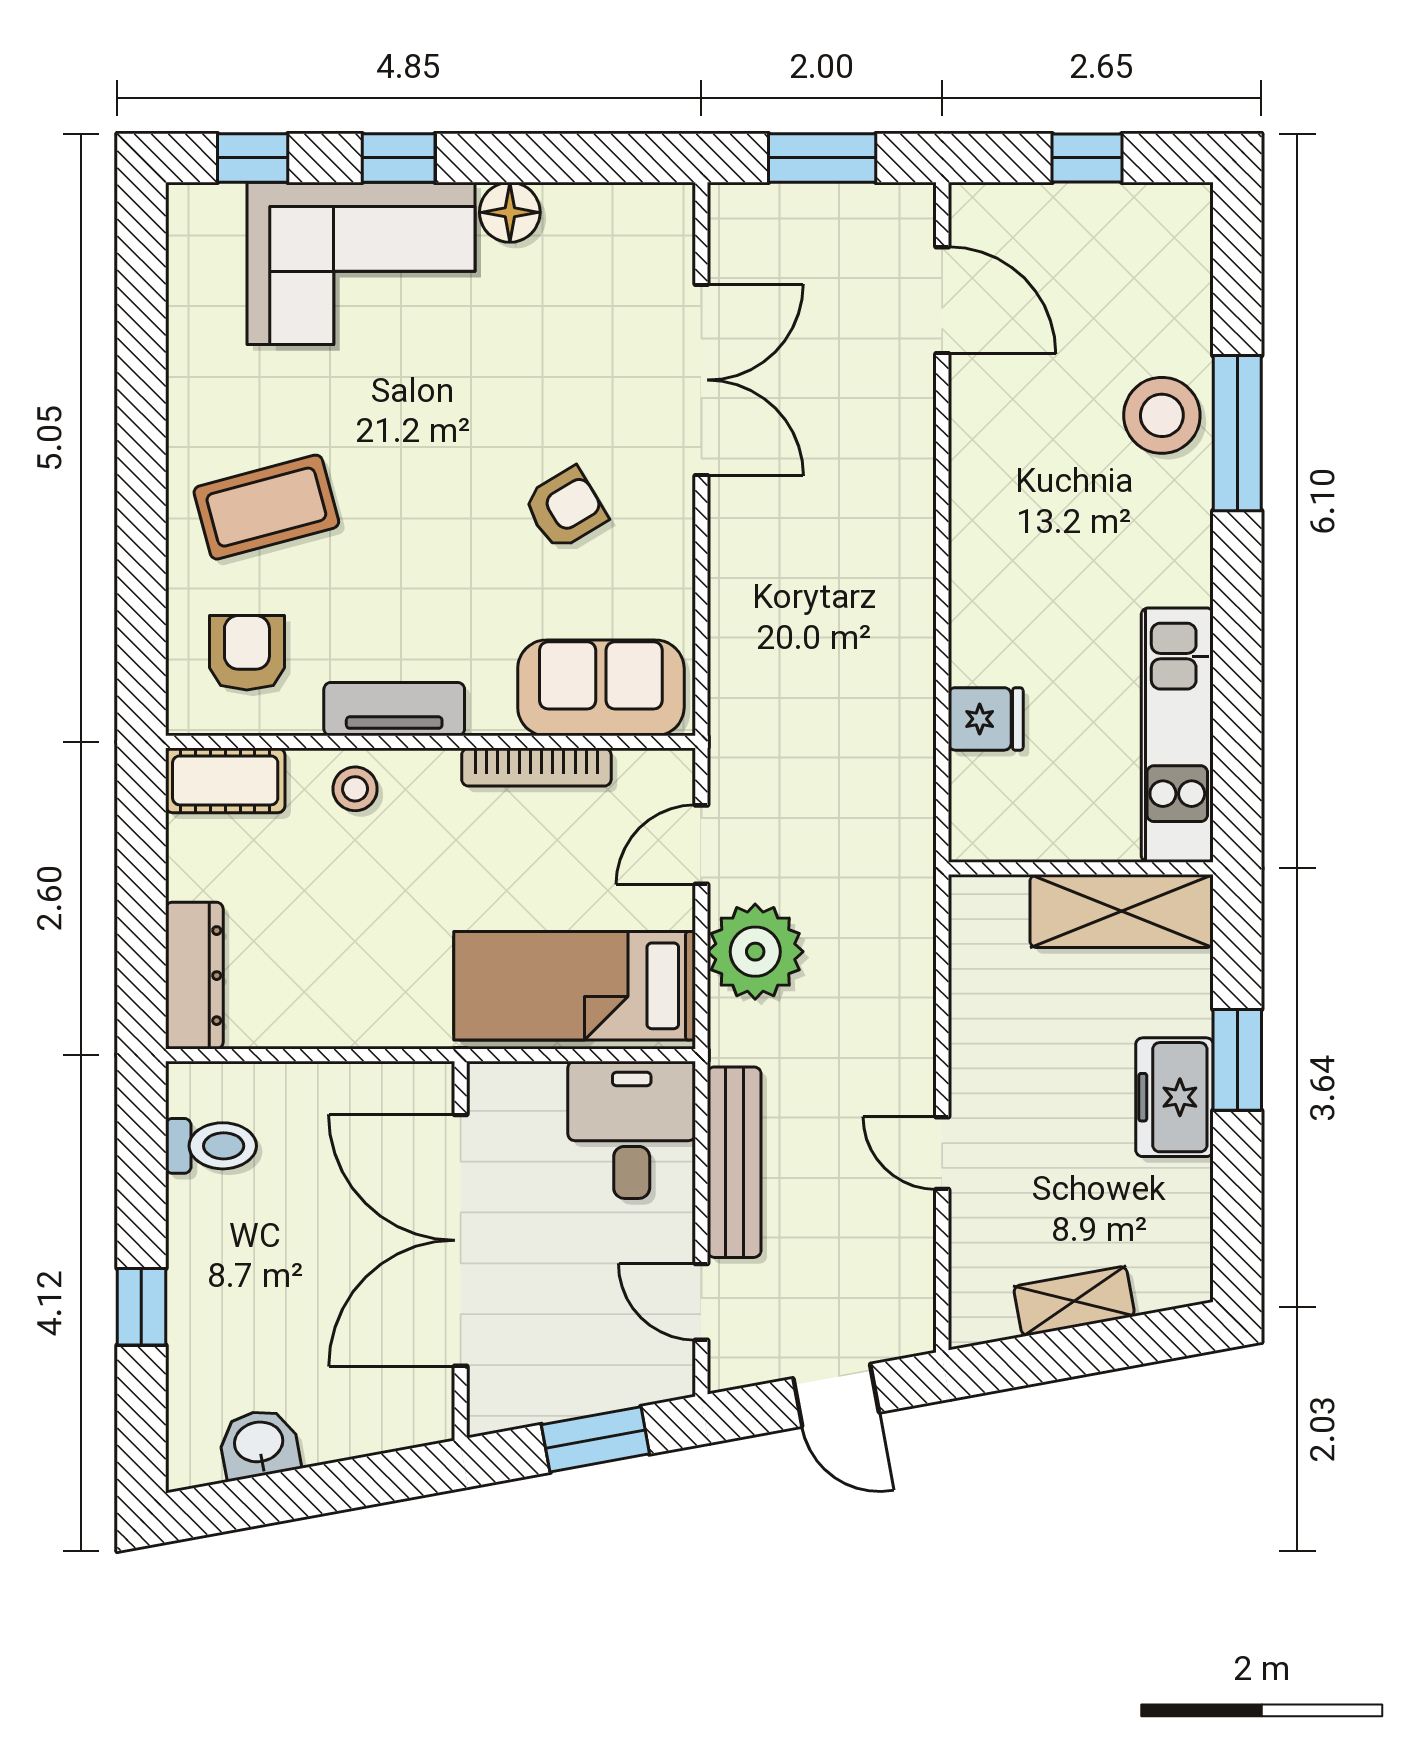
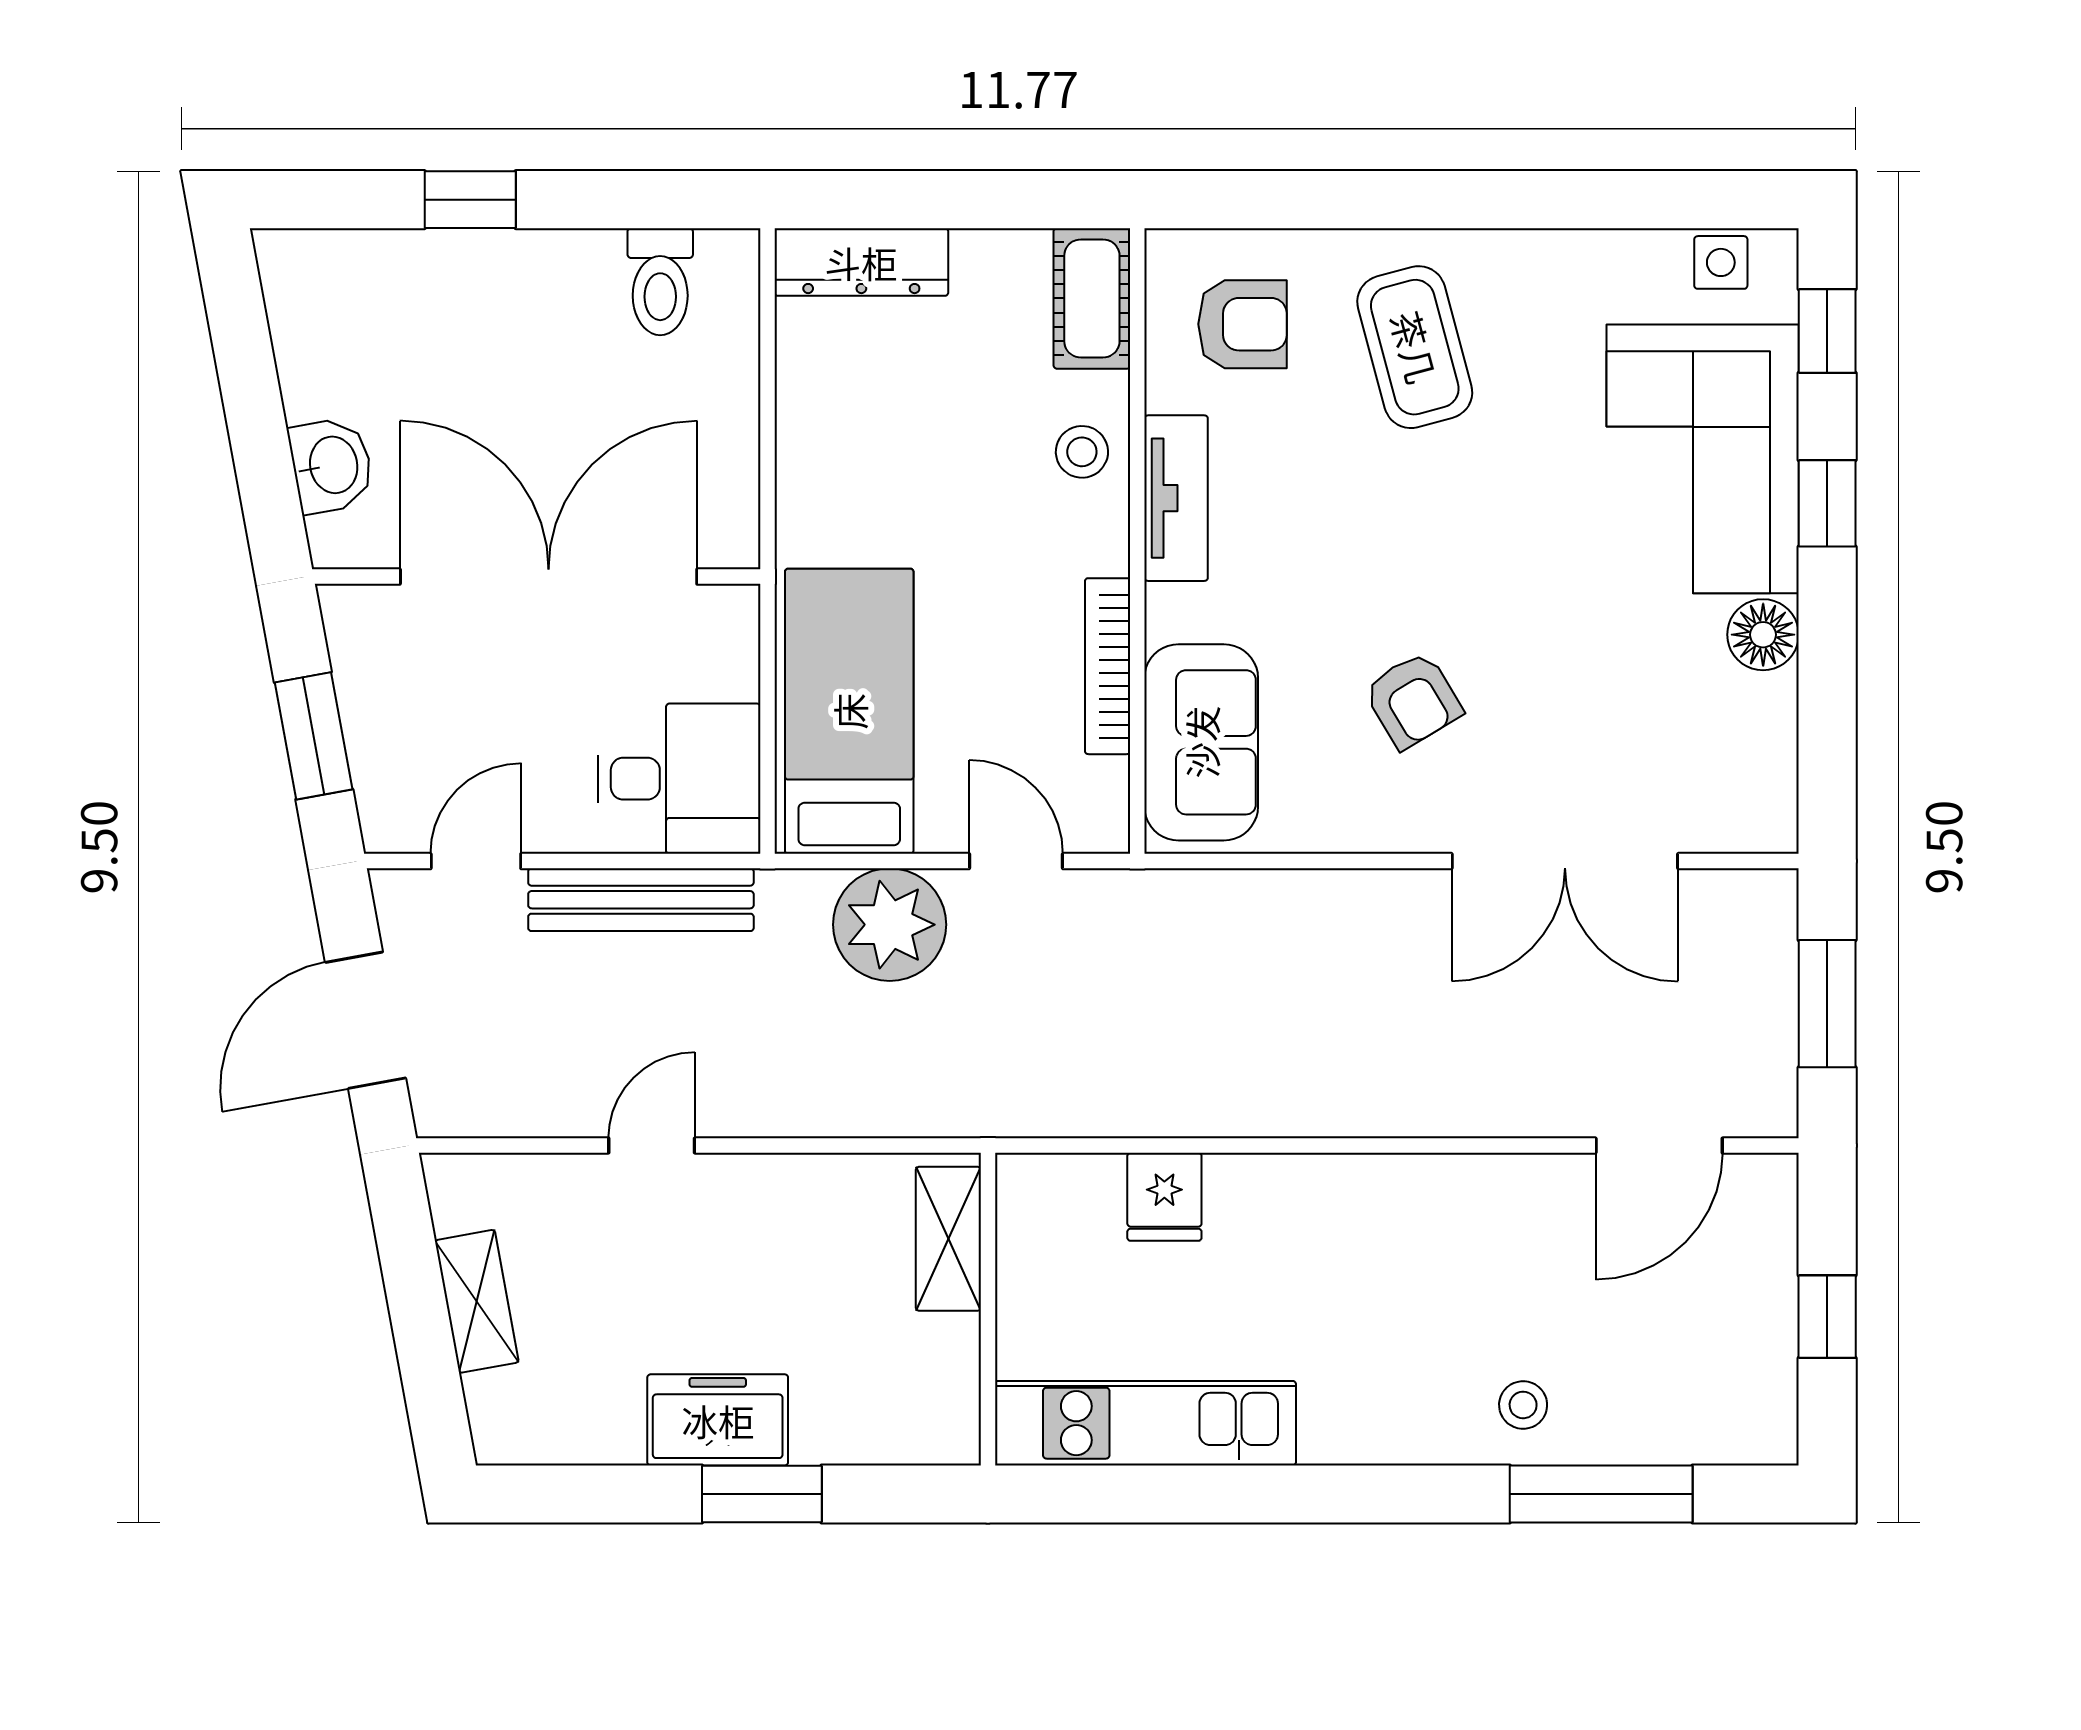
side table: (195, 248) -> (1721, 262), added
stool: (1162, 415) -> (1523, 1405), width x0.53, depth x0.53
window: (1237, 433) -> (1601, 1494), moved
shelving: (1122, 911) -> (948, 1239), moved, width x0.67, depth x0.75
door: (836, 1395) -> (366, 1020), width x1.38
washbasin: (259, 1444) -> (331, 465), moved

